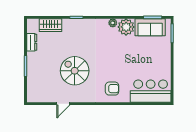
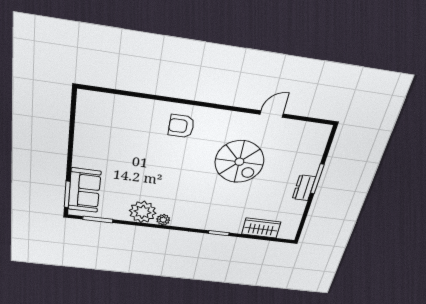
sofa: (150, 27) -> (84, 190), moved, turned 90
dresser: (32, 42) -> (304, 188), moved
bar counter: (151, 91) -> (113, 112), removed

